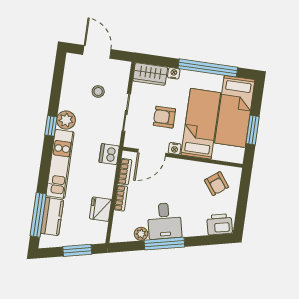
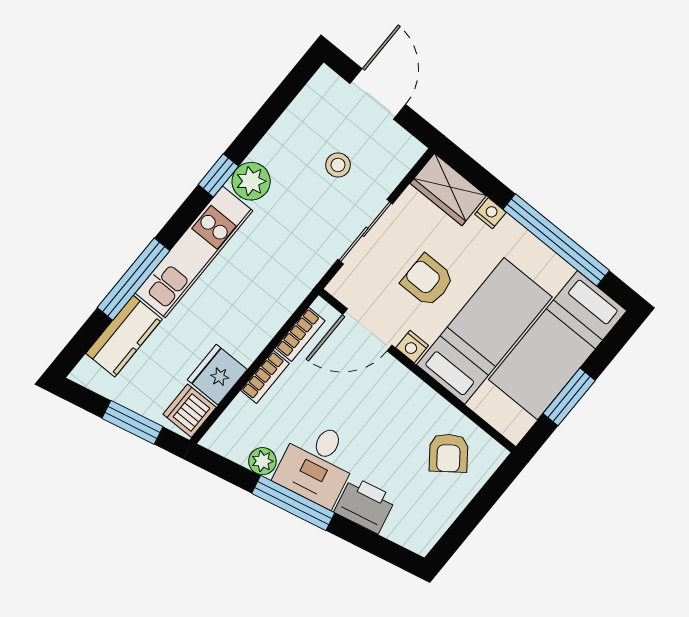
dishwasher: (109, 154) -> (190, 411), moved
window: (38, 215) -> (134, 279), moved
printer: (220, 224) -> (365, 505), moved

